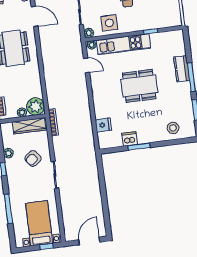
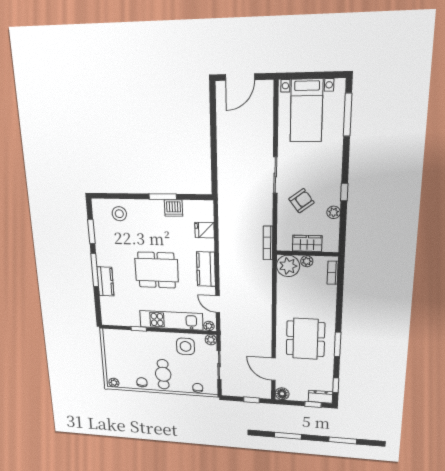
kitchen counter: (99, 93) -> (206, 269), added
wardrobe: (29, 126) -> (307, 243), width x0.67
window: (8, 209) -> (348, 115), moved
window: (47, 246) -> (301, 76), removed

